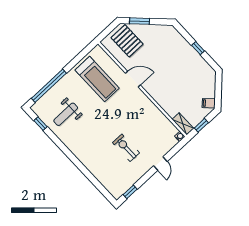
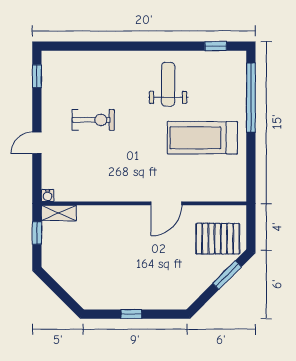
treadmill: (97, 79) -> (202, 138), moved
filing cabinet: (209, 103) -> (55, 266), removed
weight bench: (66, 114) -> (168, 84), moved
door: (160, 164) -> (37, 143), hinge flipped

